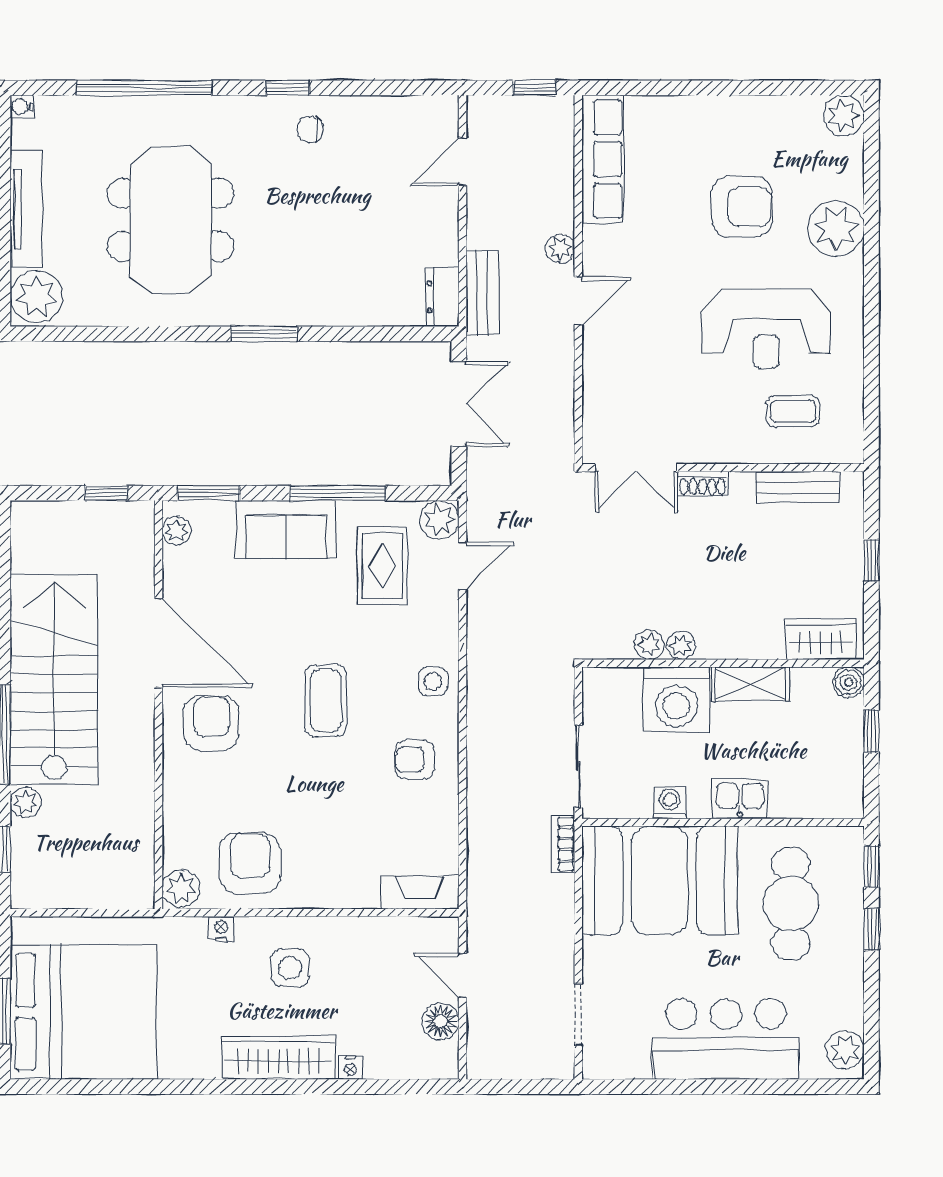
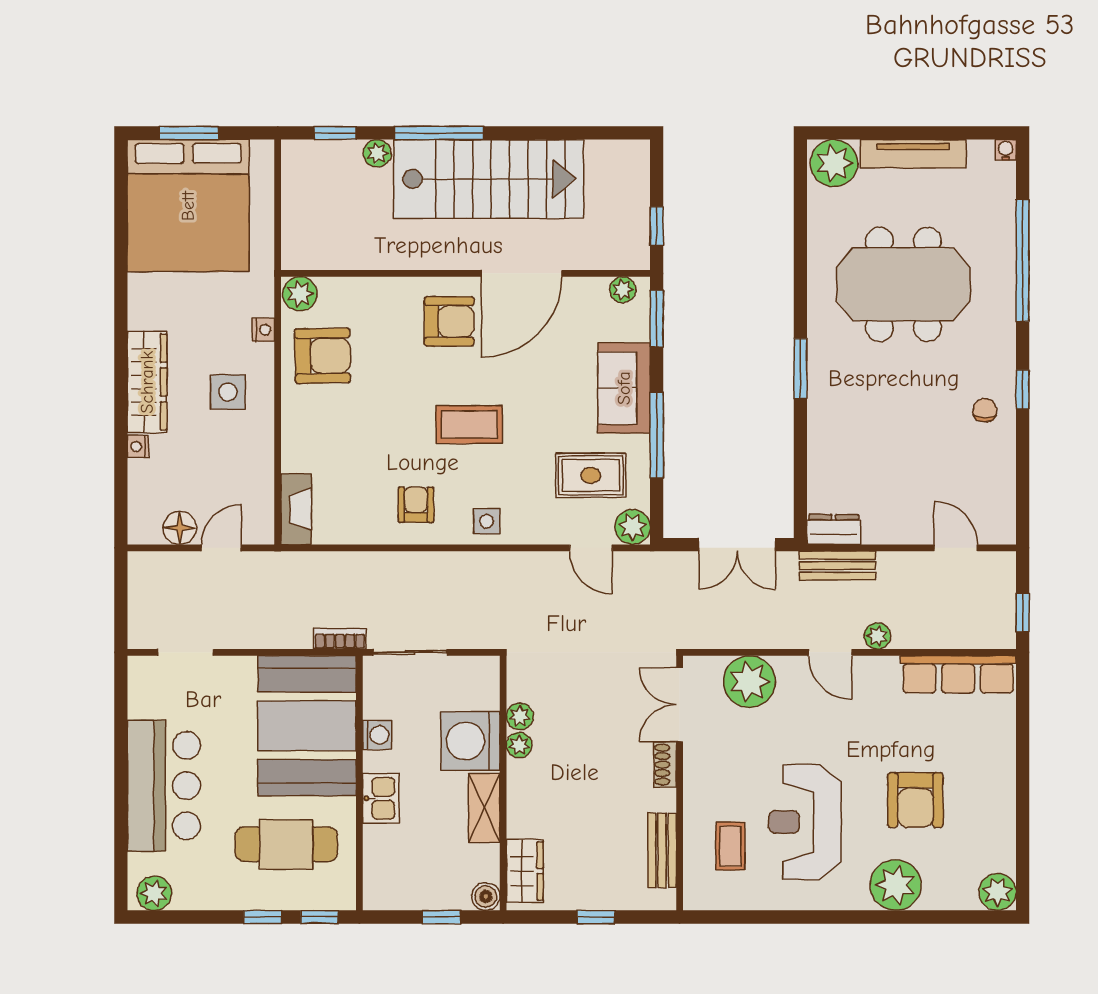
plant: (611, 390) -> (749, 682), added

